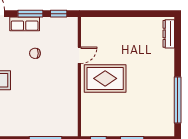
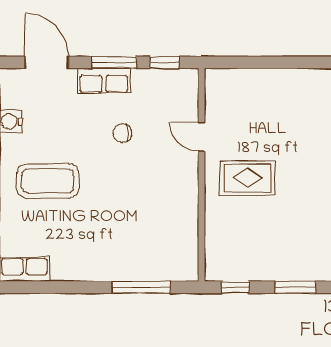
door: (79, 55) -> (202, 137), swing flipped
rug: (105, 78) -> (247, 178), width x0.73, depth x0.70

